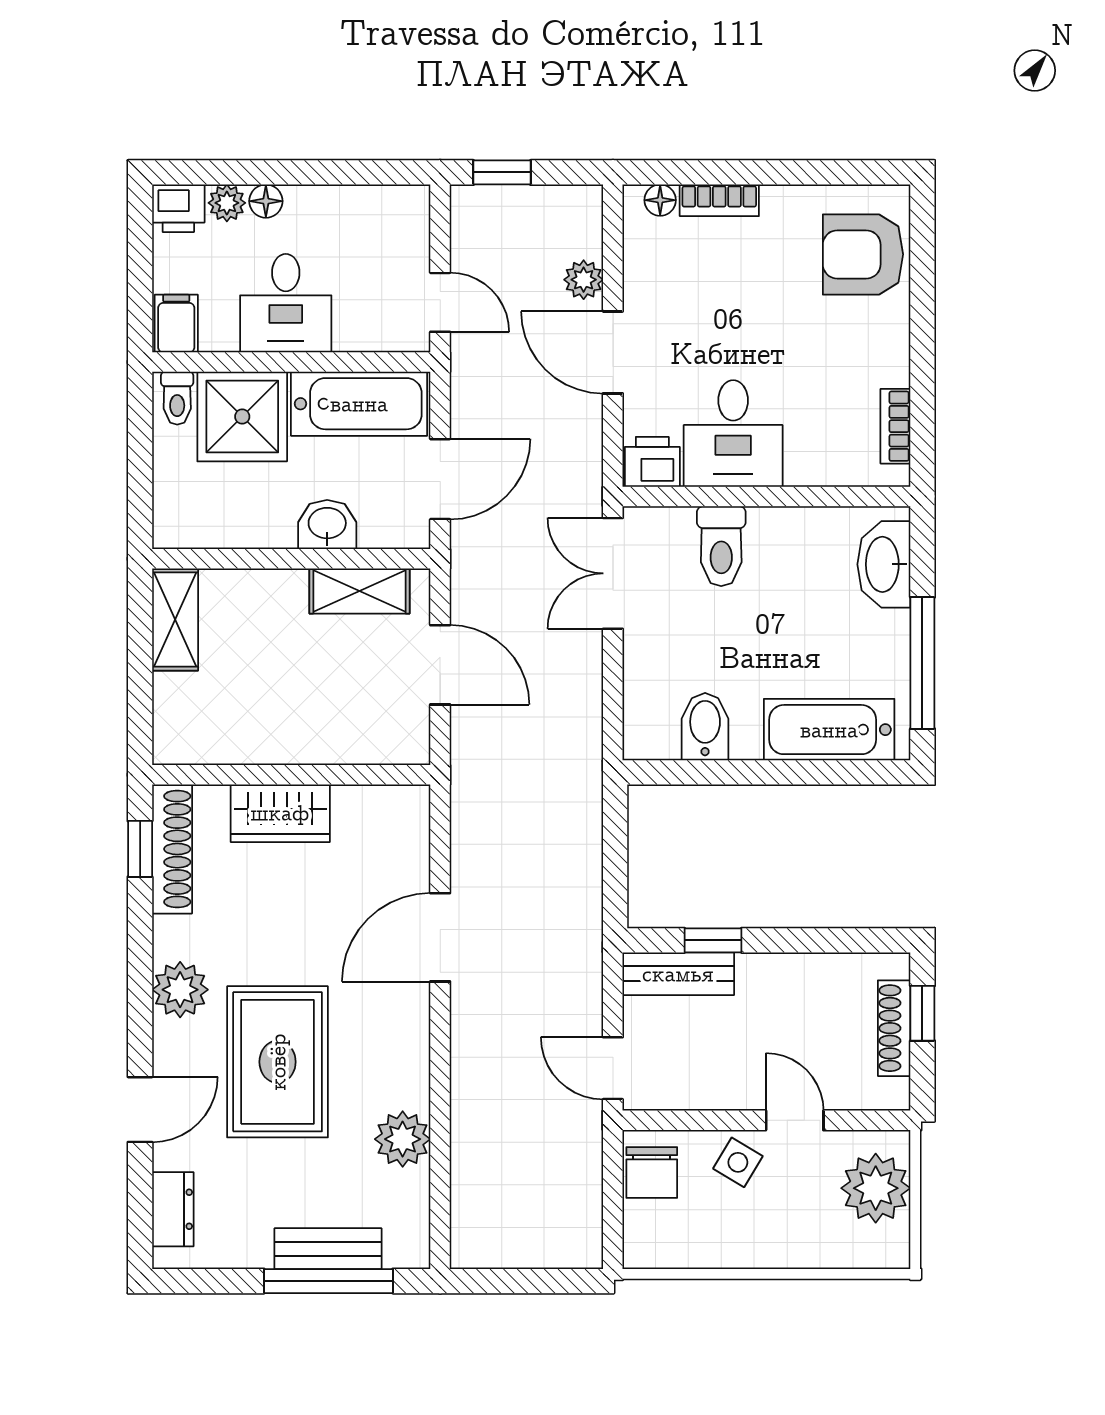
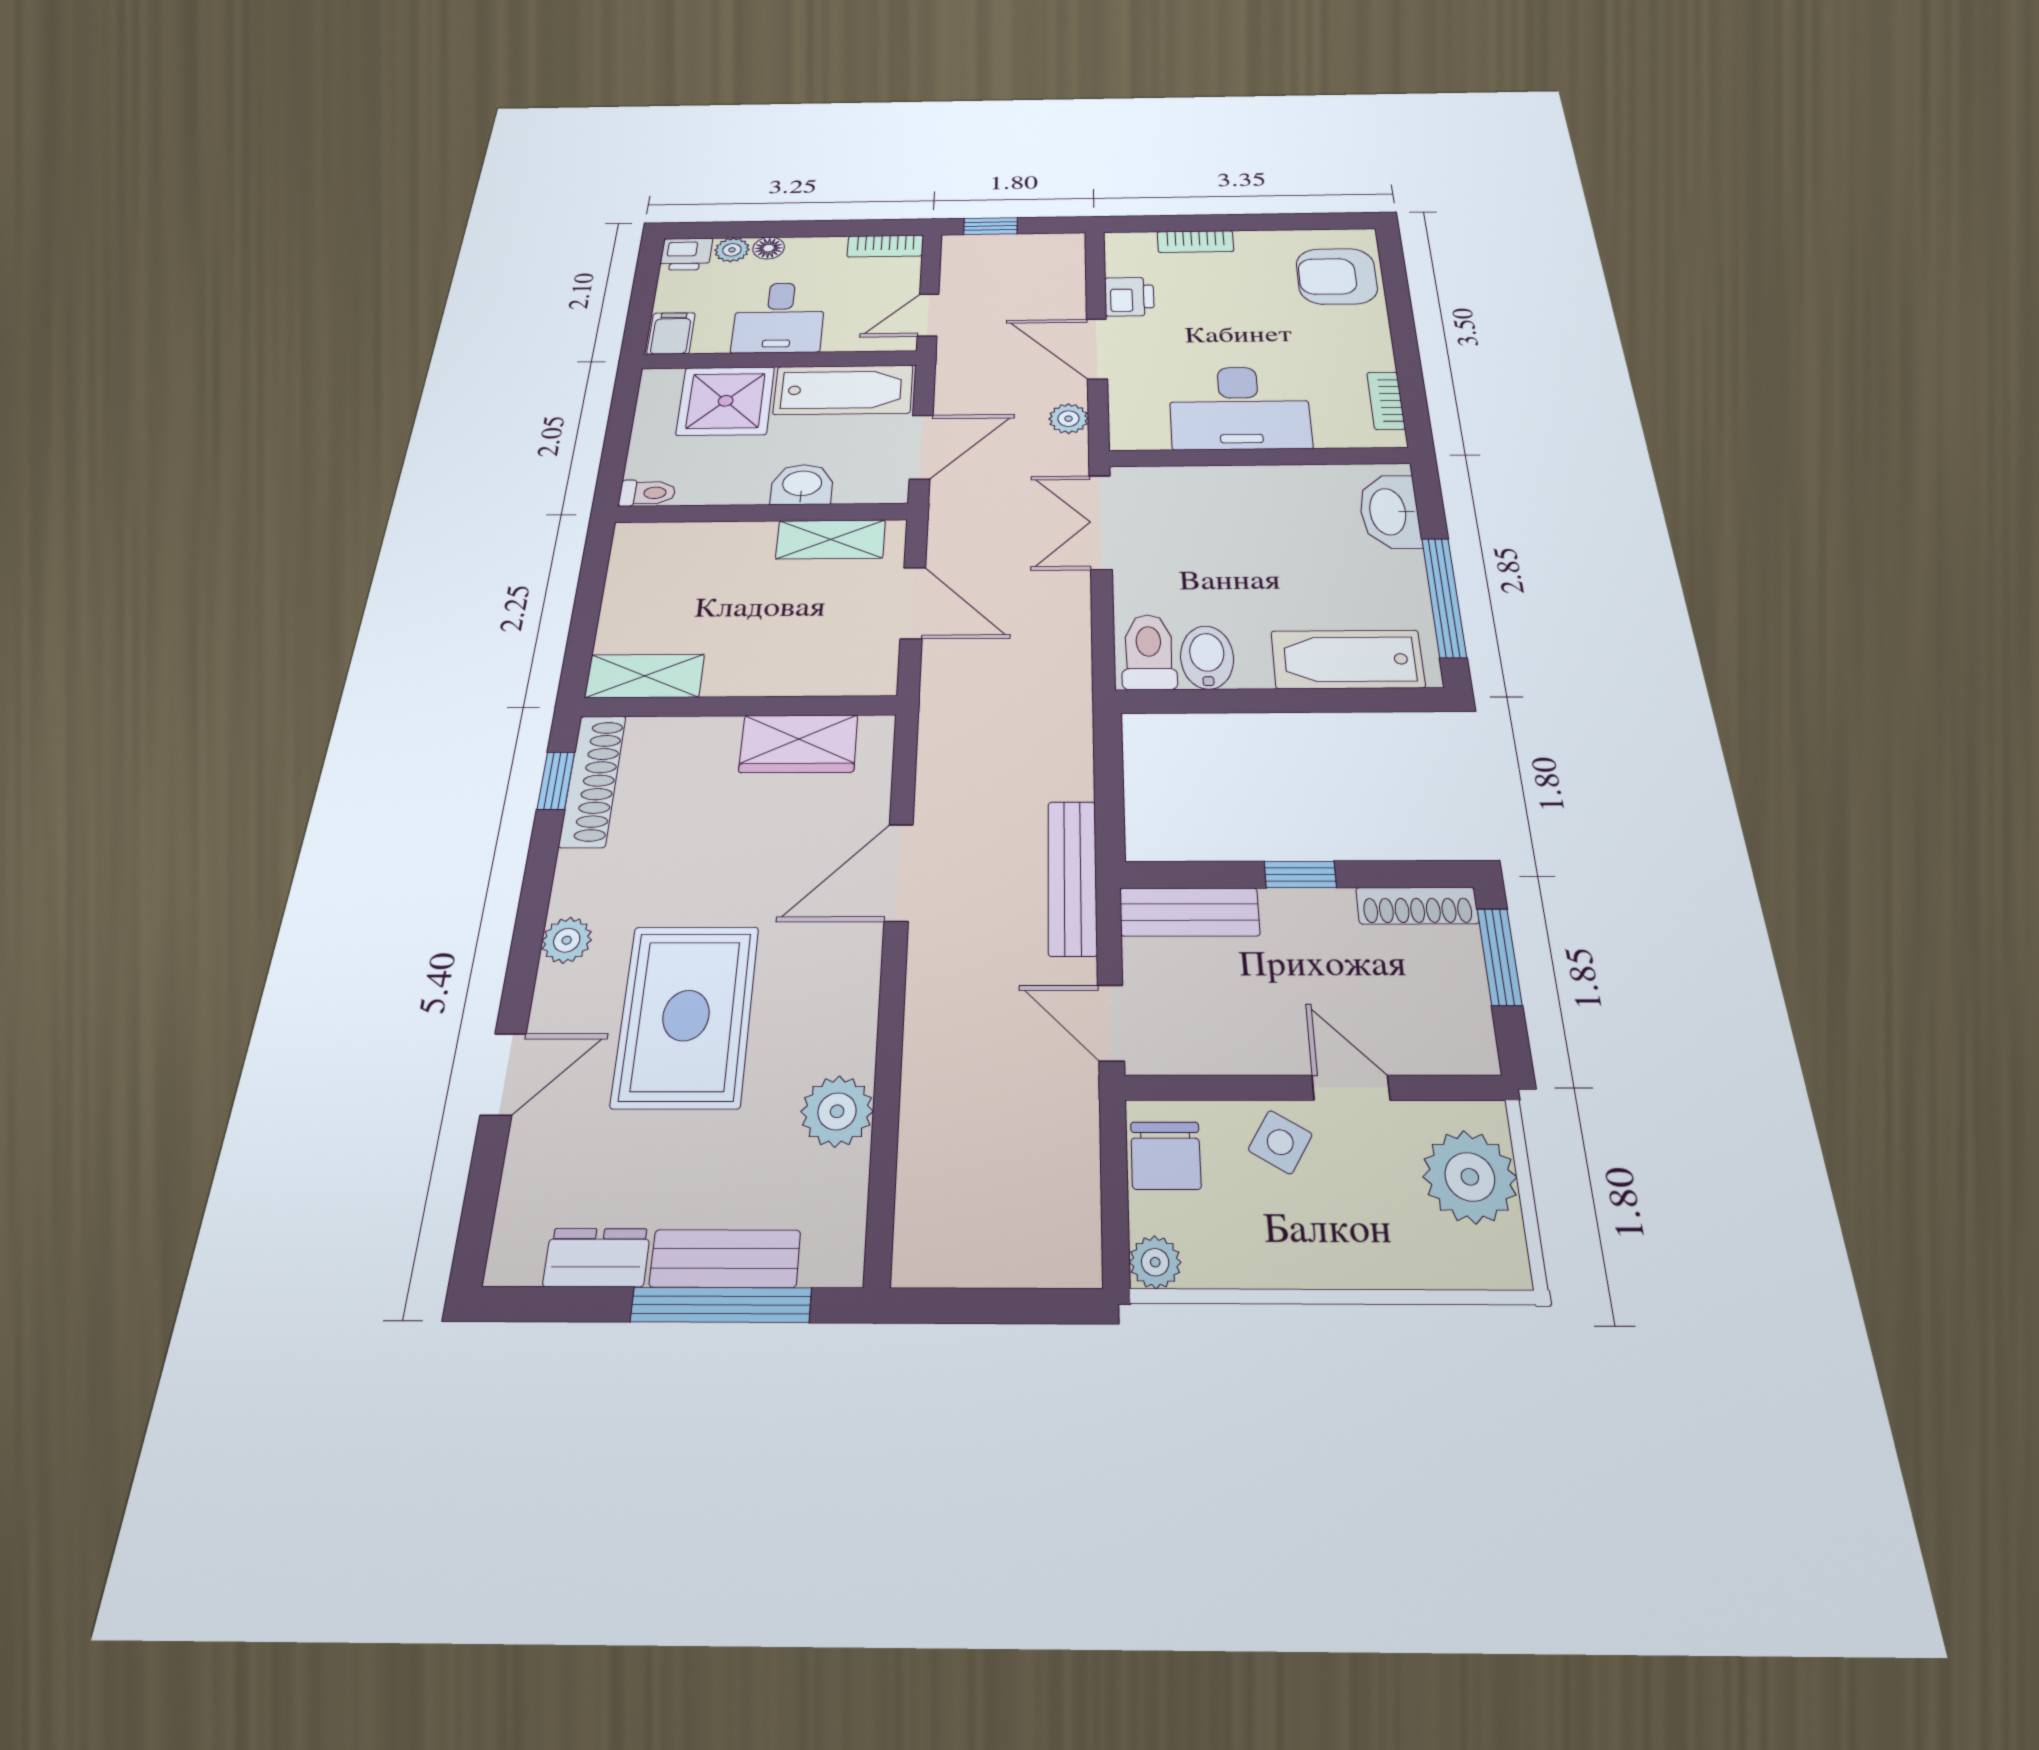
bookcase: (391, 200) -> (885, 246), added
floor lamp: (660, 200) -> (1139, 242), removed
plant: (584, 280) -> (1069, 419), moved
door: (440, 302) -> (928, 315), swing flipped
toilet: (177, 398) -> (647, 493), moved, turned -90
desk: (733, 434) -> (1239, 408), width x1.37
printer: (652, 462) -> (1129, 297), moved, turned 90
toilet: (721, 546) -> (1149, 652), moved, turned 180
shelving: (175, 620) -> (645, 676), moved, turned 90
wardrobe: (280, 813) -> (799, 744), moved
window: (713, 940) -> (1300, 874), moved
bench: (584, 942) -> (1072, 877), added
plant: (180, 990) -> (567, 940), width x0.73, depth x0.73
window: (922, 1013) -> (1499, 957), width x1.50
shoe rack: (894, 1028) -> (1417, 906), moved, turned -90
dresser: (173, 1209) -> (597, 1258), moved, turned -90
plant: (641, 1250) -> (1155, 1262), added

